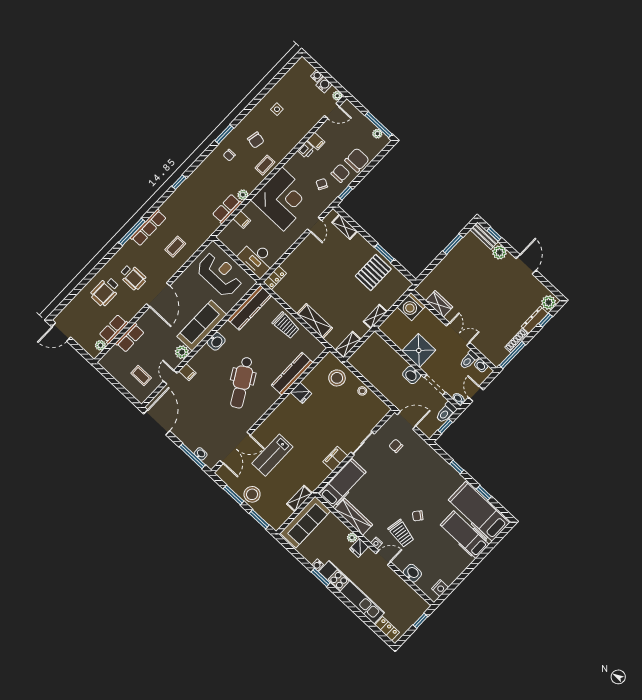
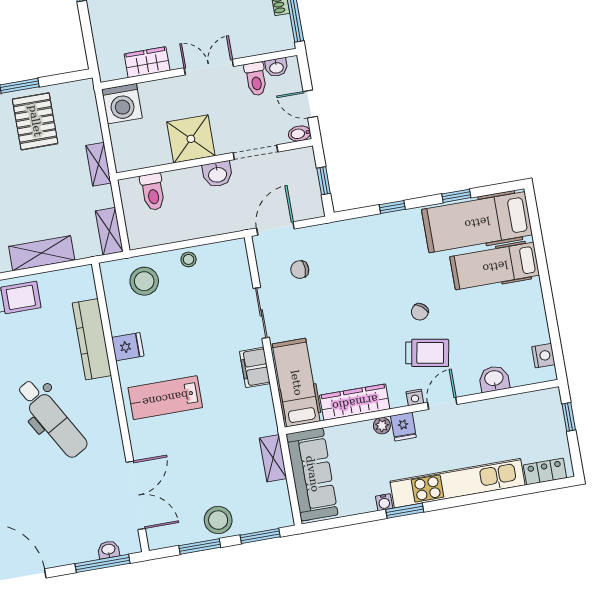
toilet: (446, 412) -> (153, 192), moved
lab bench: (272, 455) -> (165, 398), moved, turned 90

